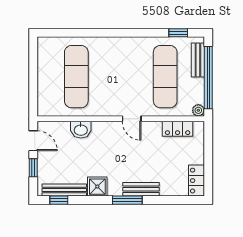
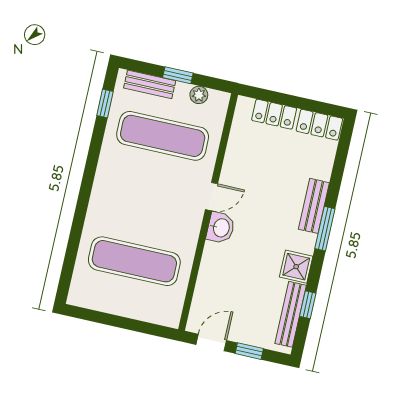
window: (208, 78) -> (178, 75), width x0.32
plant: (198, 110) -> (199, 95), moved
locker: (178, 129) -> (274, 114), moved, turned 90
washbasin: (81, 130) -> (221, 228), moved
window: (59, 200) -> (308, 305), moved

